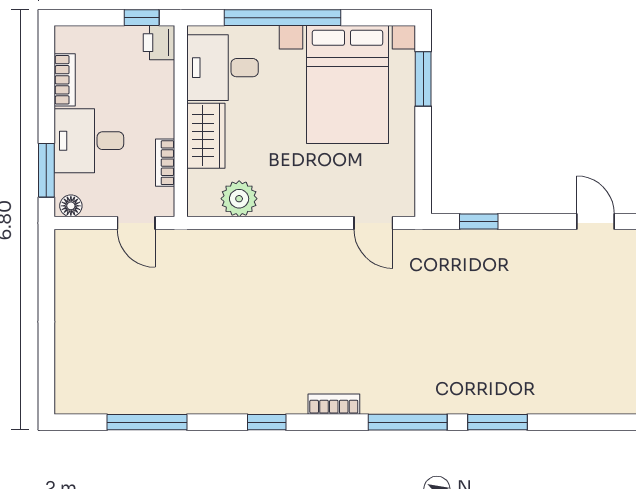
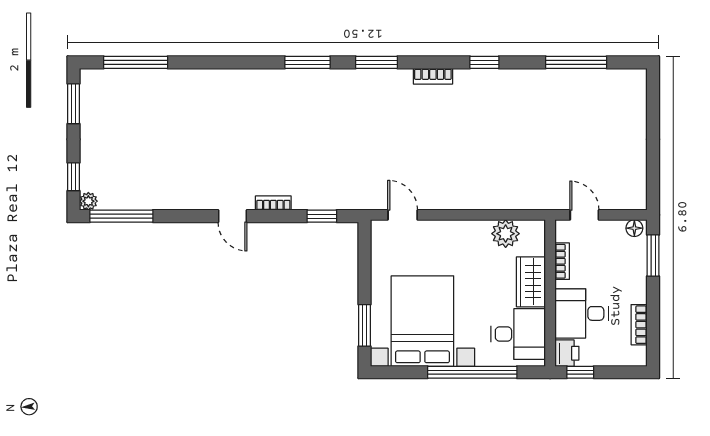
desk: (89, 141) -> (581, 313), moved, turned 180
bookcase: (542, 239) -> (273, 203), added
window: (408, 422) -> (376, 62), width x0.69

